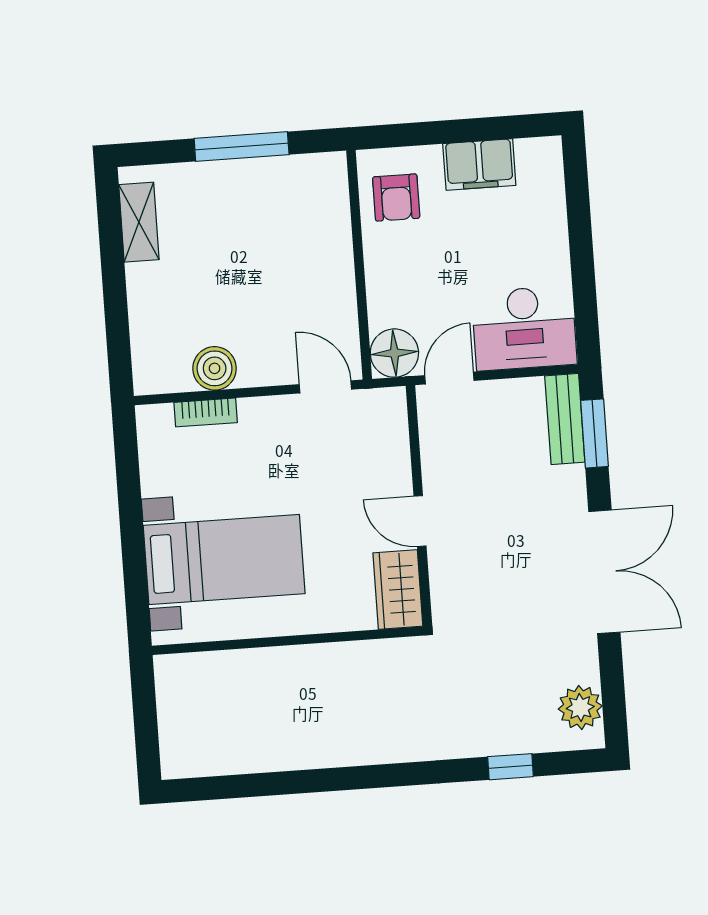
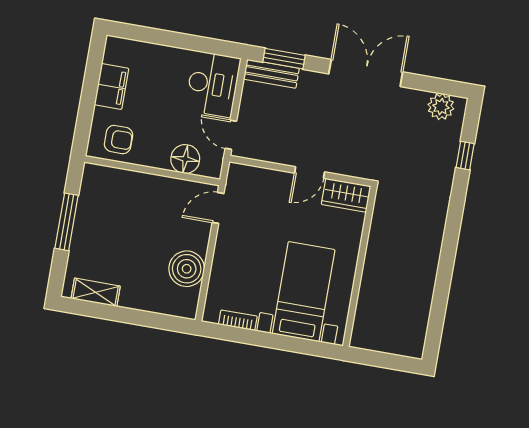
floor lamp: (394, 353) -> (185, 159), moved
boiler: (215, 368) -> (187, 269), width x1.37, depth x1.37
bookcase: (206, 412) -> (238, 320), moved, turned -90

